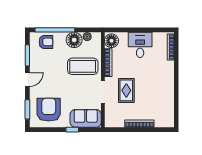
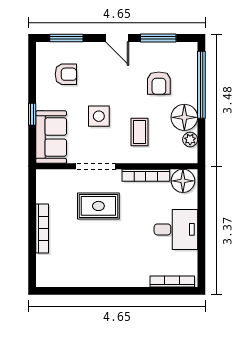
armchair: (46, 42) -> (159, 83), moved
coffee table: (83, 66) -> (139, 132), width x0.54, depth x0.58
side table: (73, 90) -> (99, 116), added
armchair: (49, 110) -> (66, 74), width x0.53, depth x0.53

